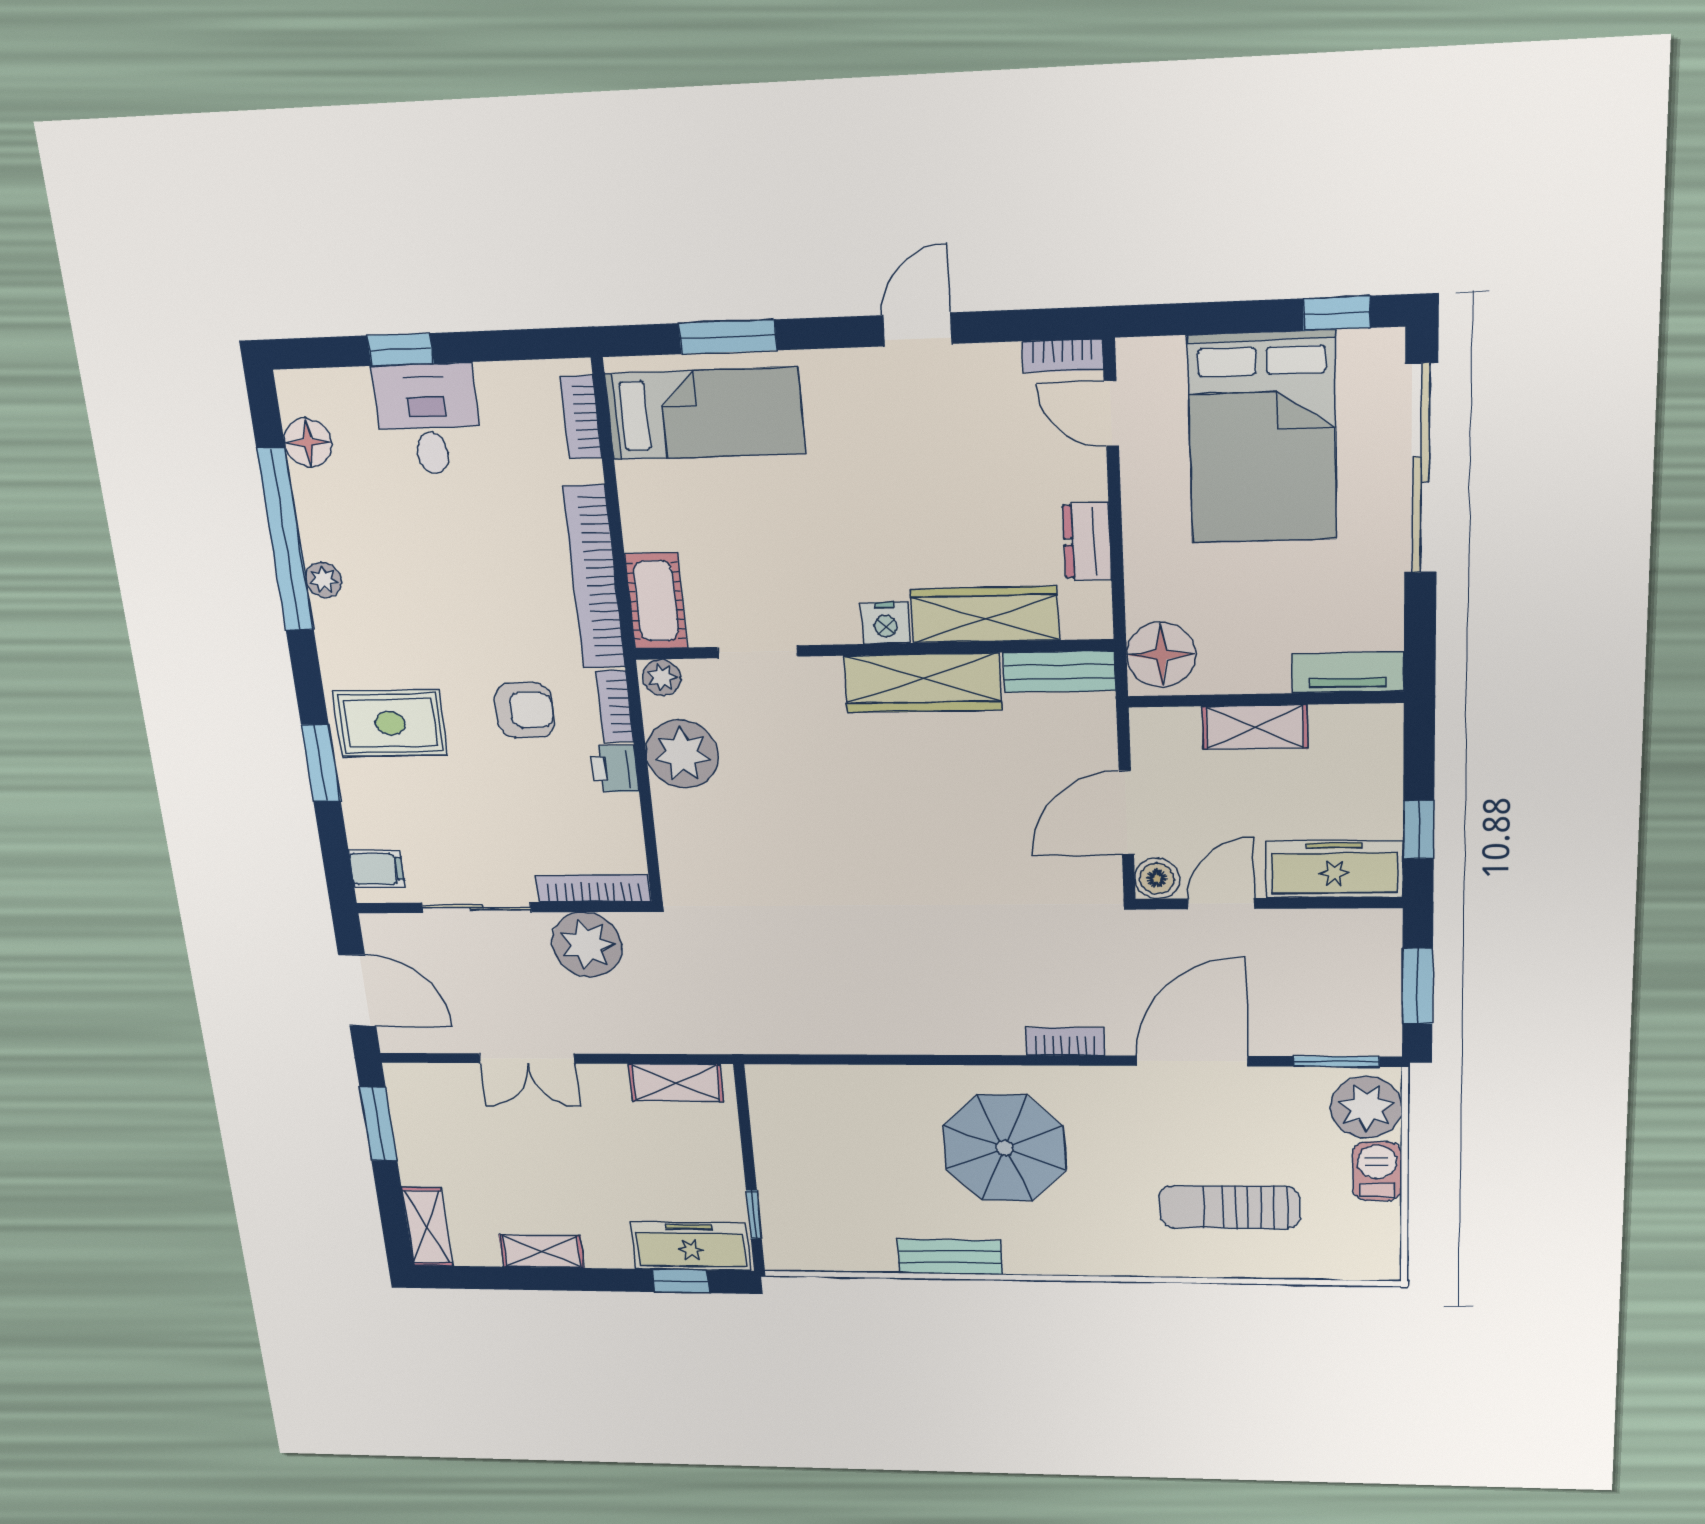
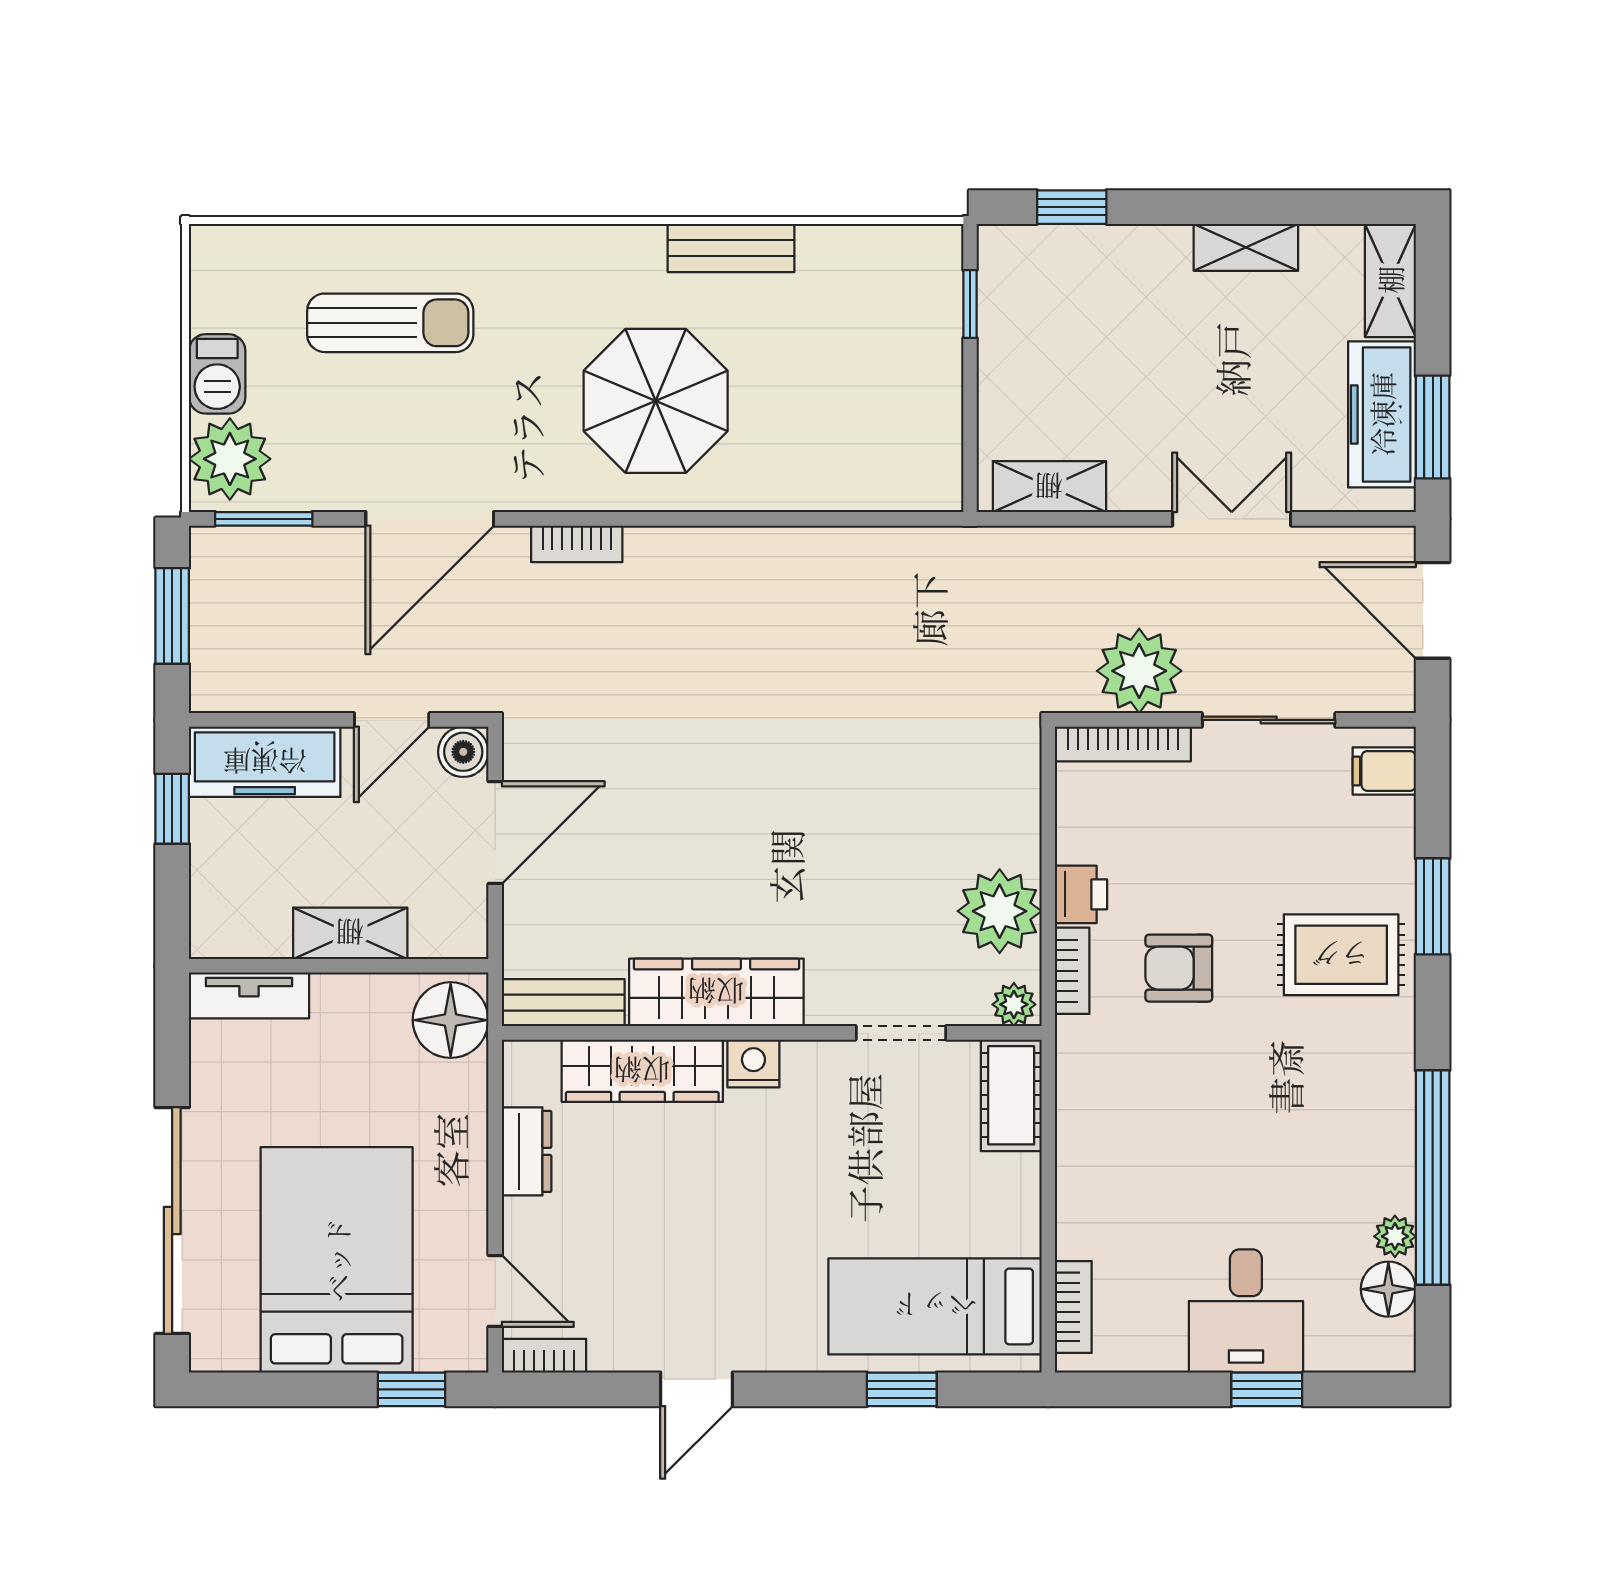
window: (1336, 313) -> (411, 1389), moved
window: (728, 337) -> (902, 1389), width x0.67
bookcase: (594, 577) -> (1079, 1125), removed
plant: (323, 580) -> (1395, 1236), moved
freezer: (691, 1246) -> (1382, 414), moved, turned 90

